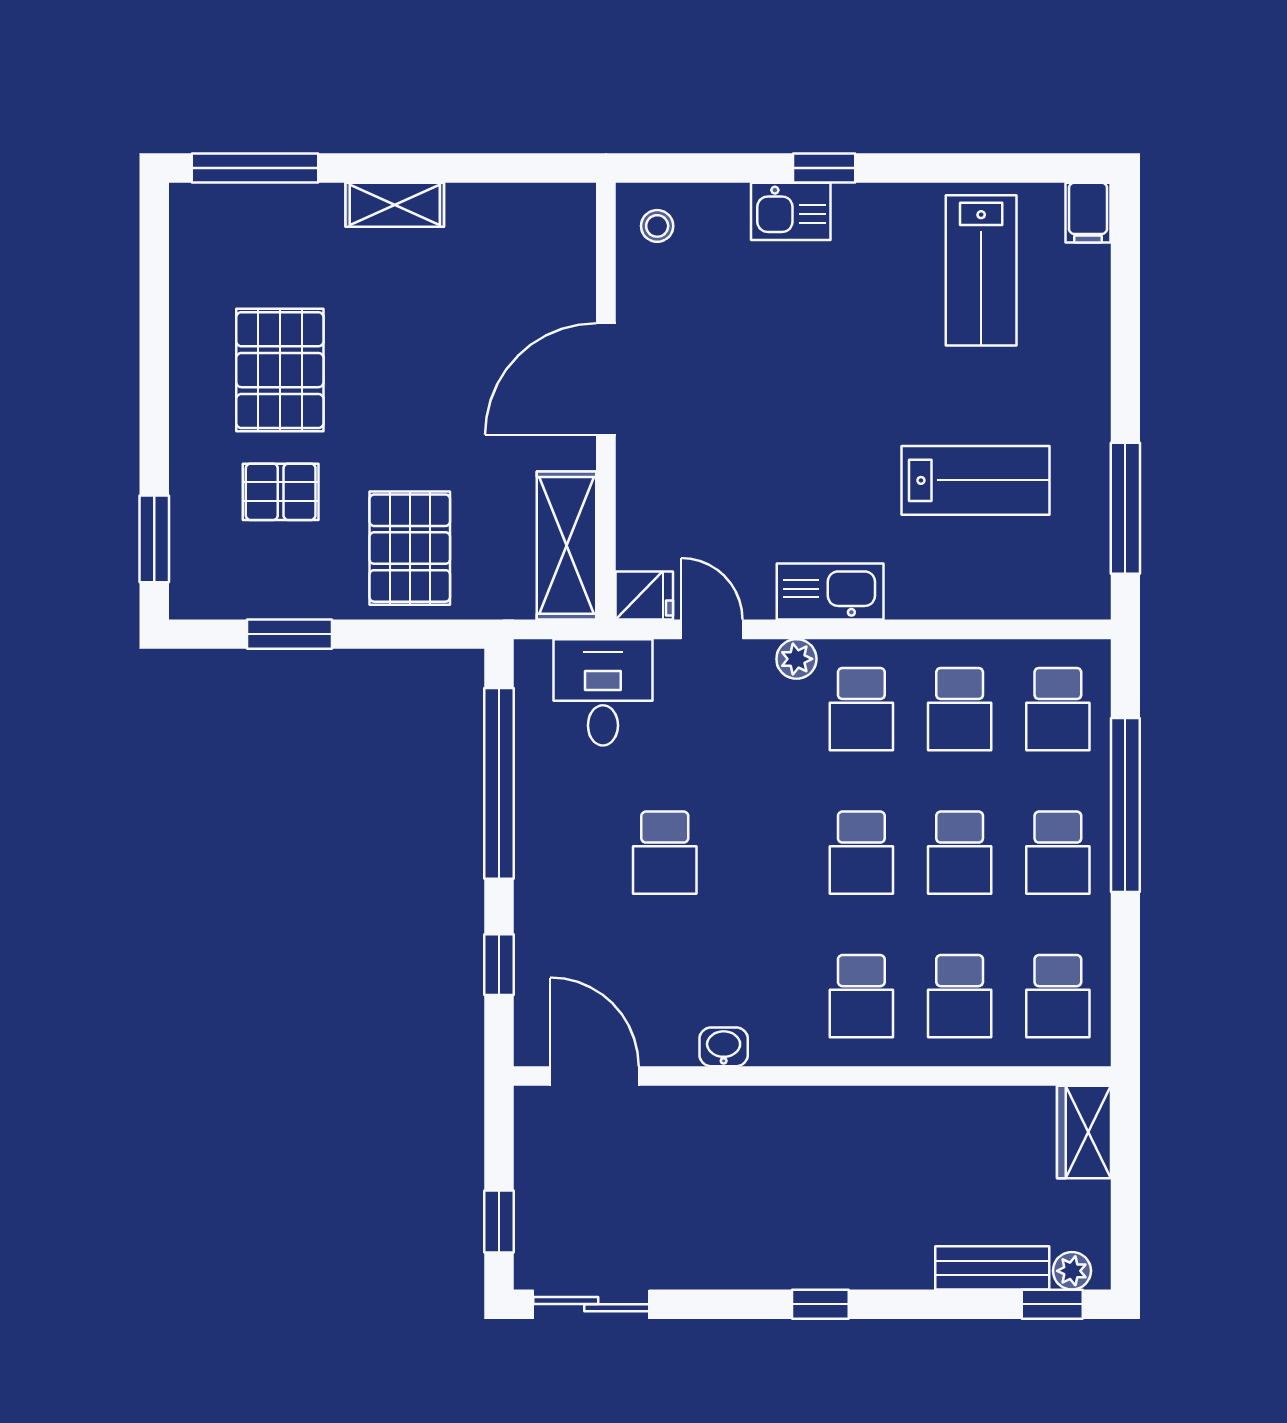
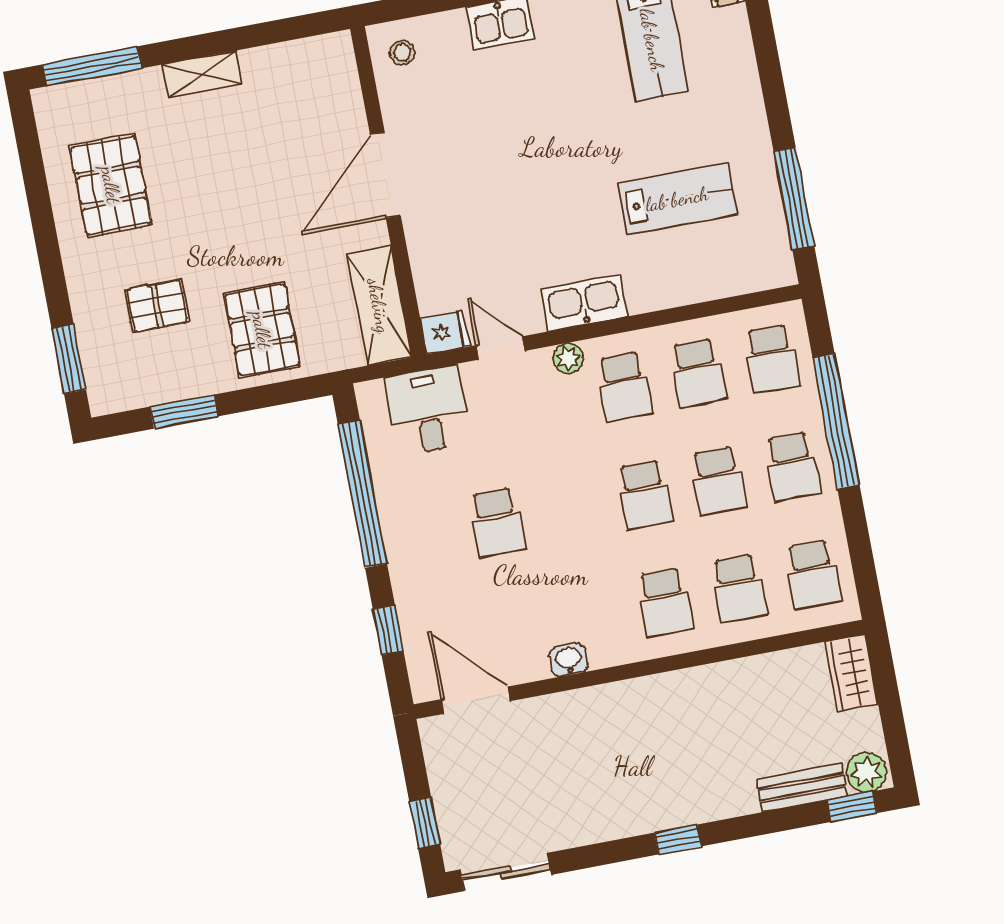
pallet: (280, 370) -> (111, 185), moved
plant: (1072, 1271) -> (866, 772), width x1.38, depth x1.38

